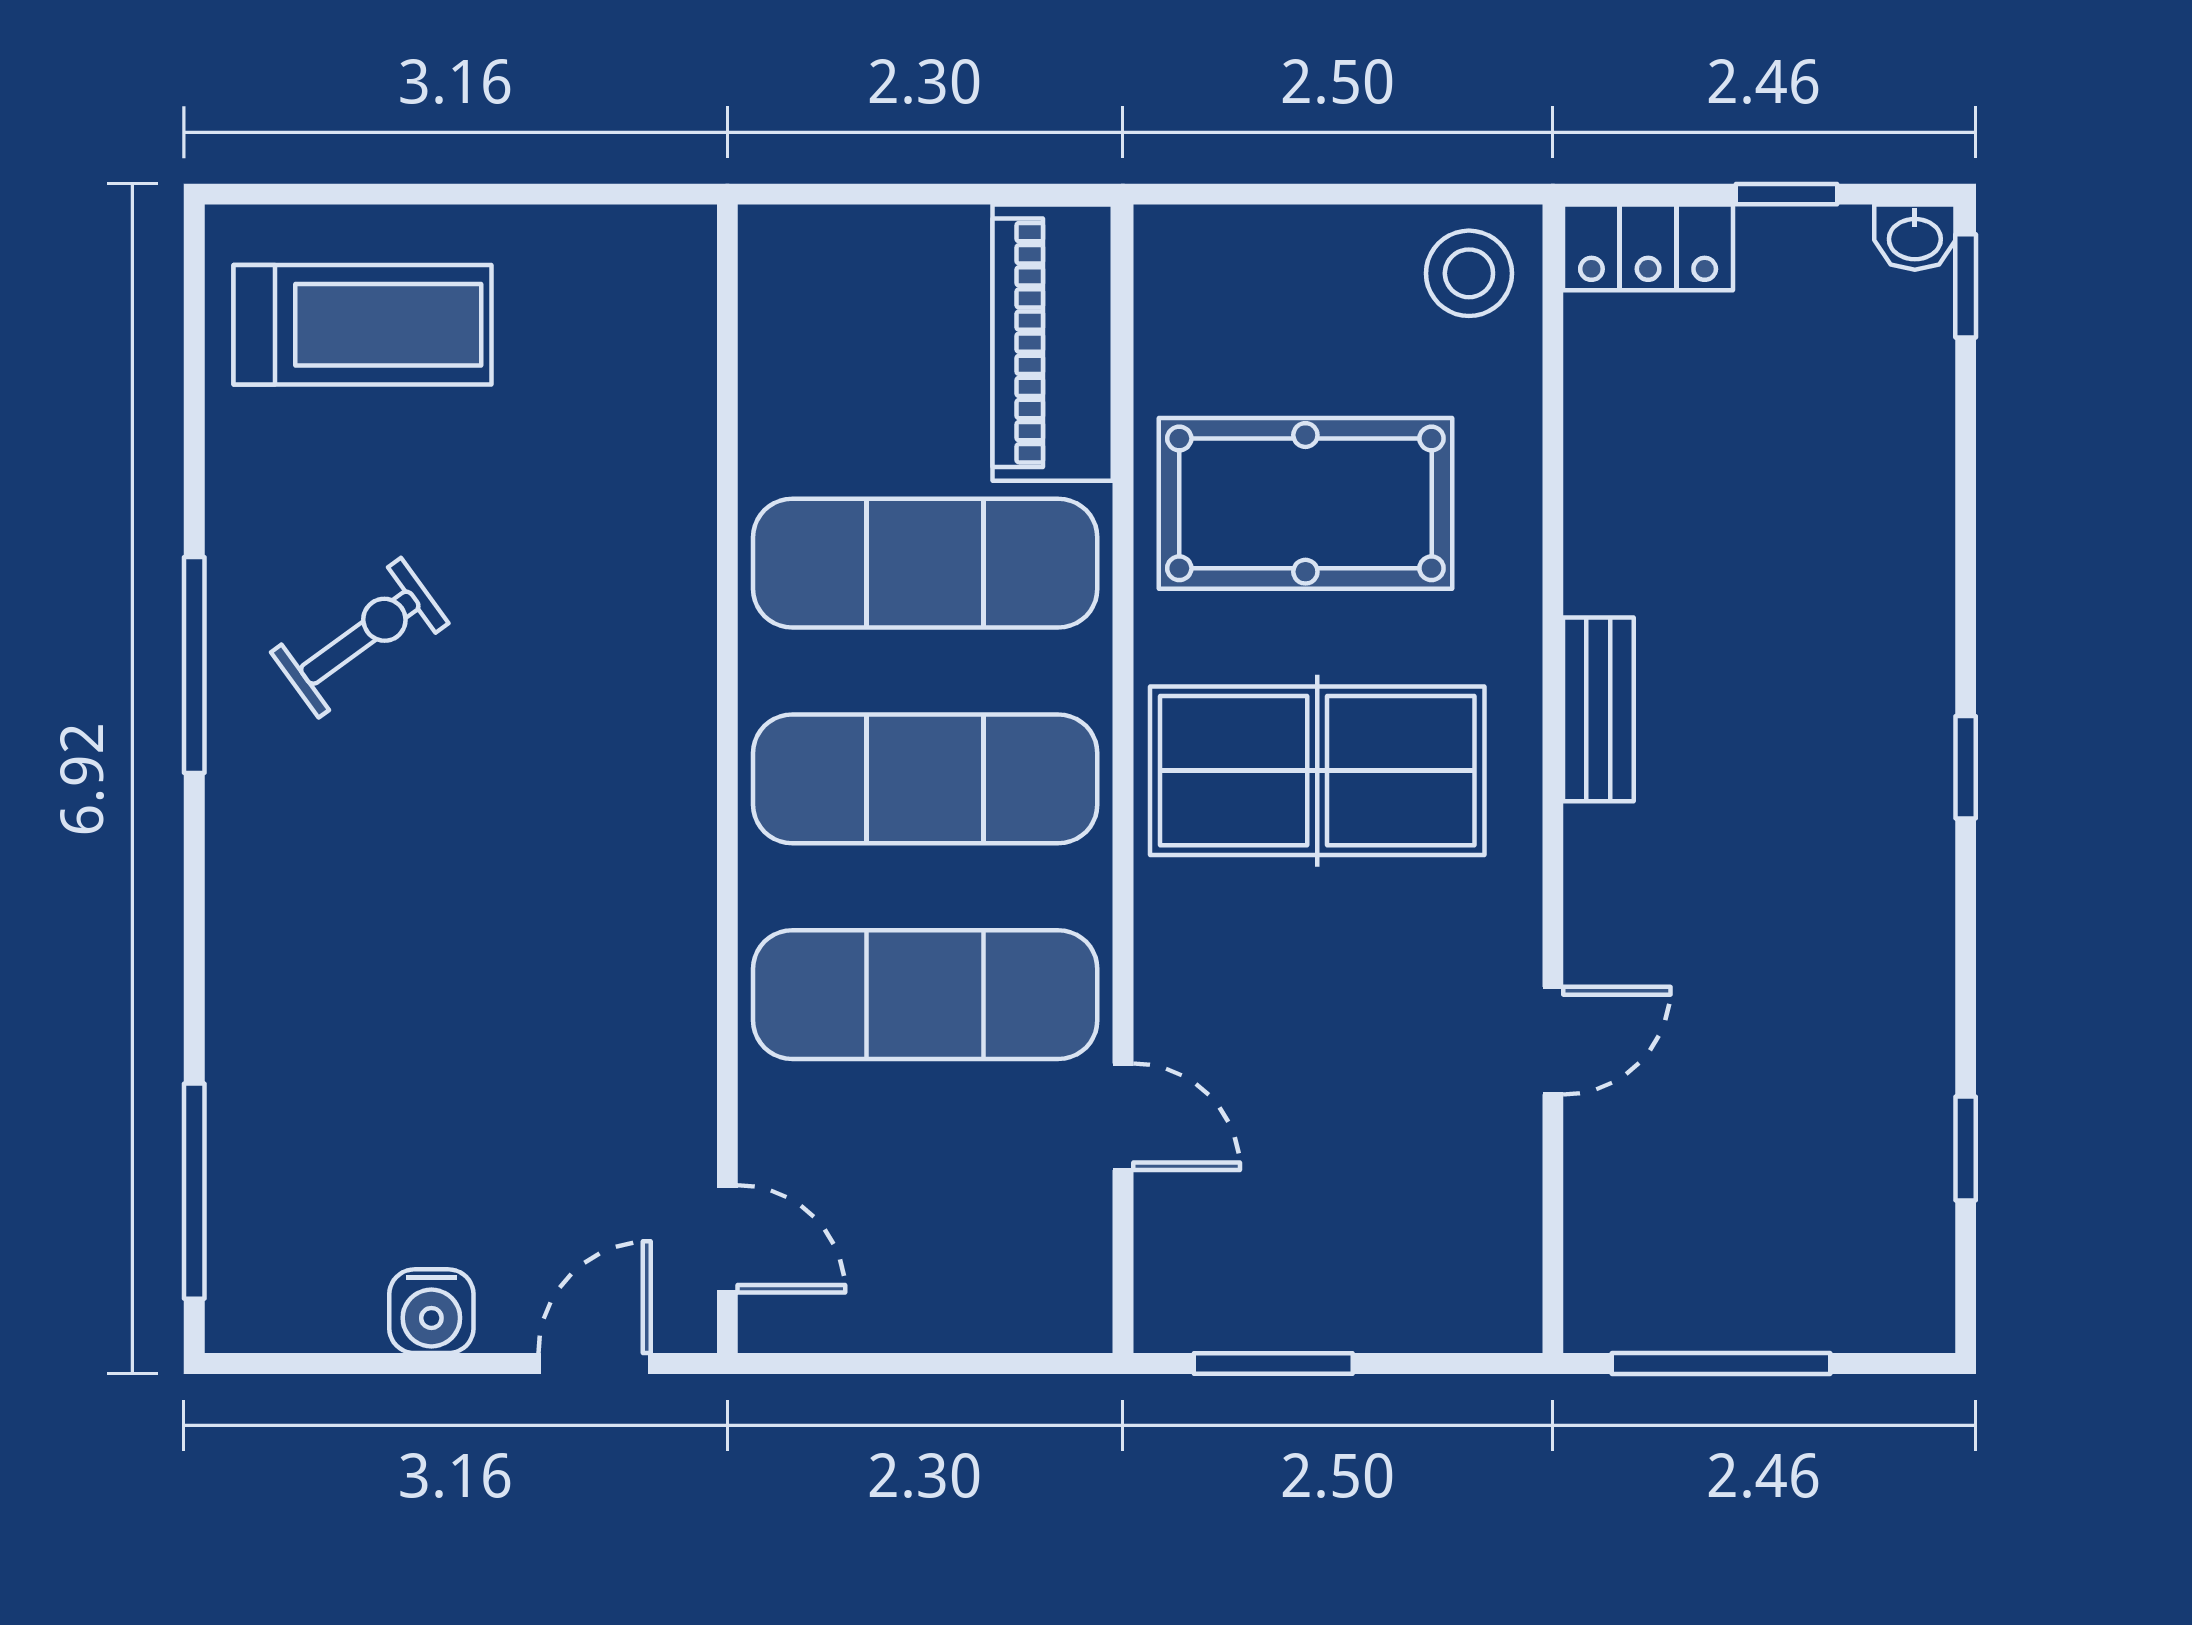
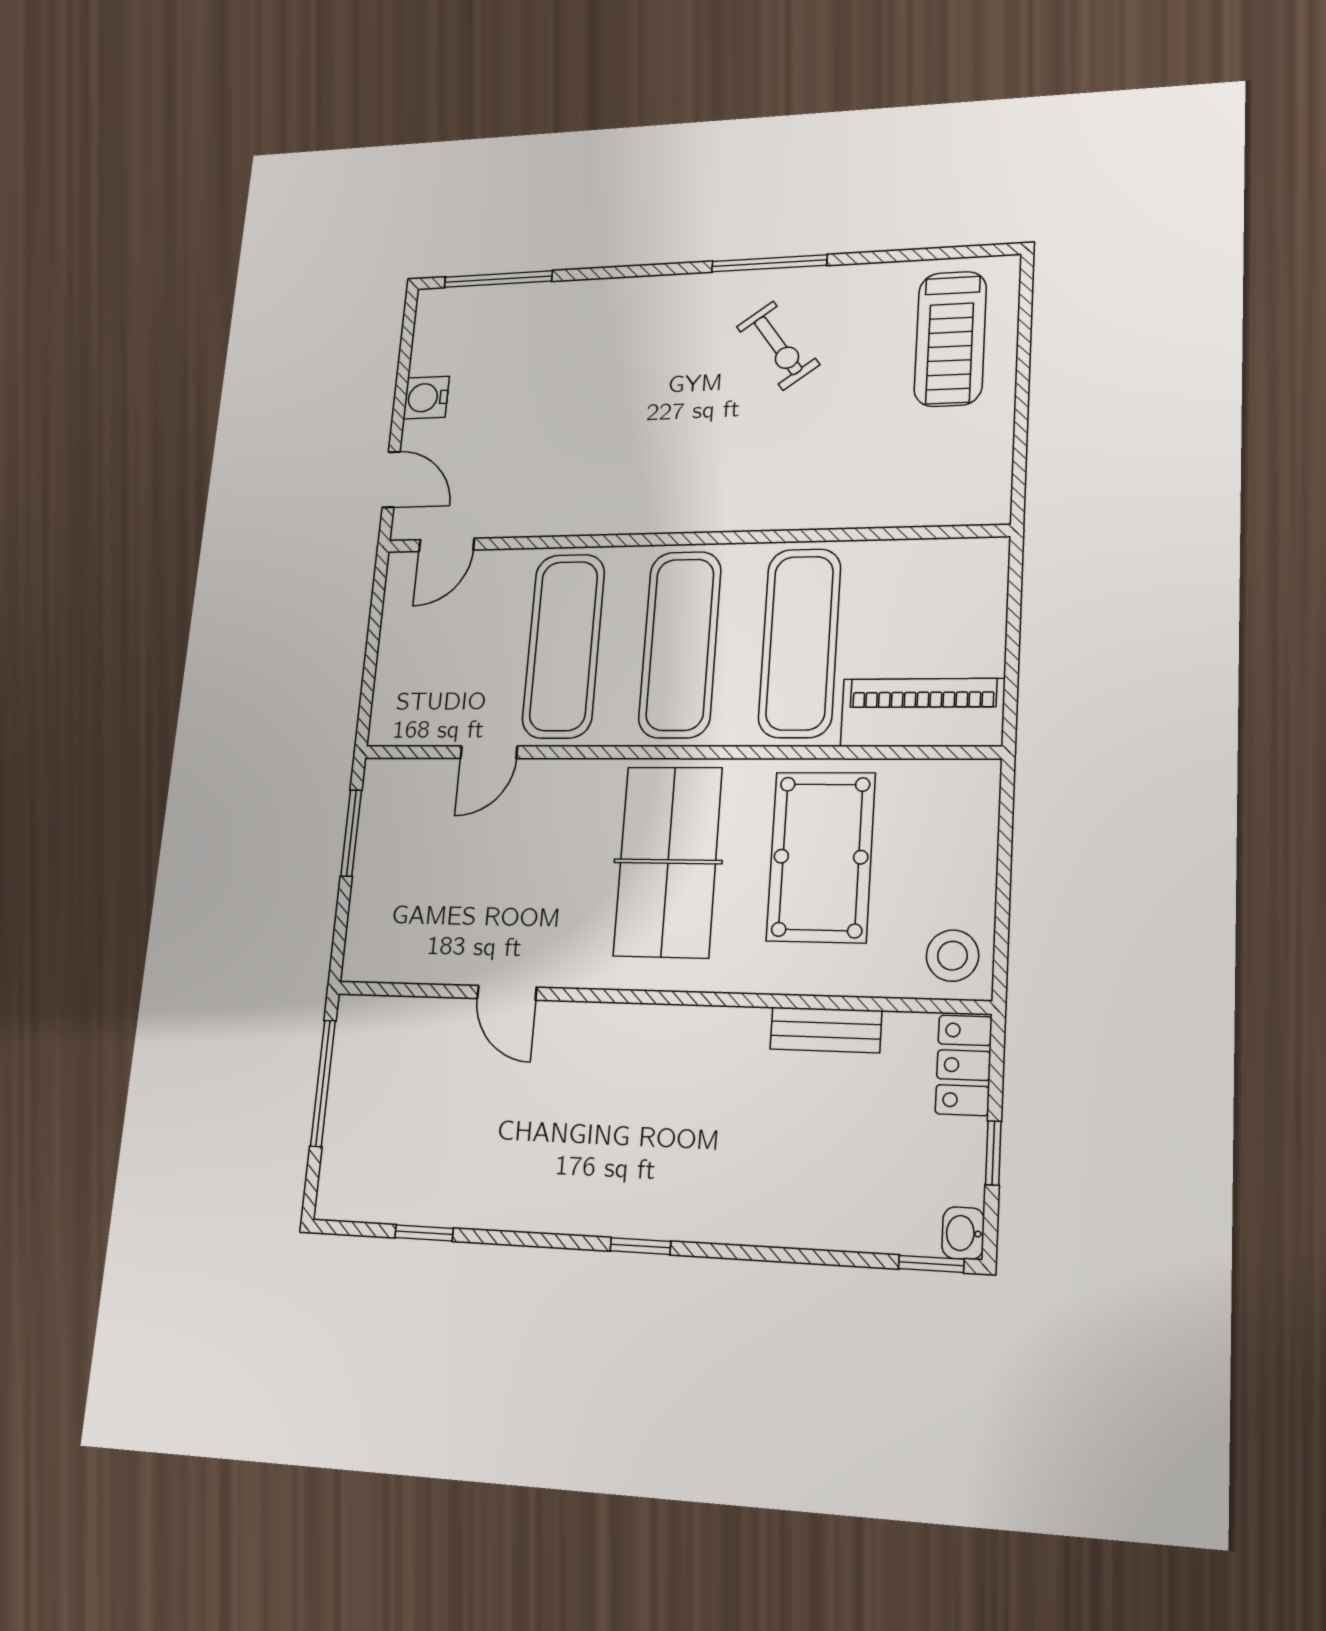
bench: (1598, 709) -> (826, 1030), moved

